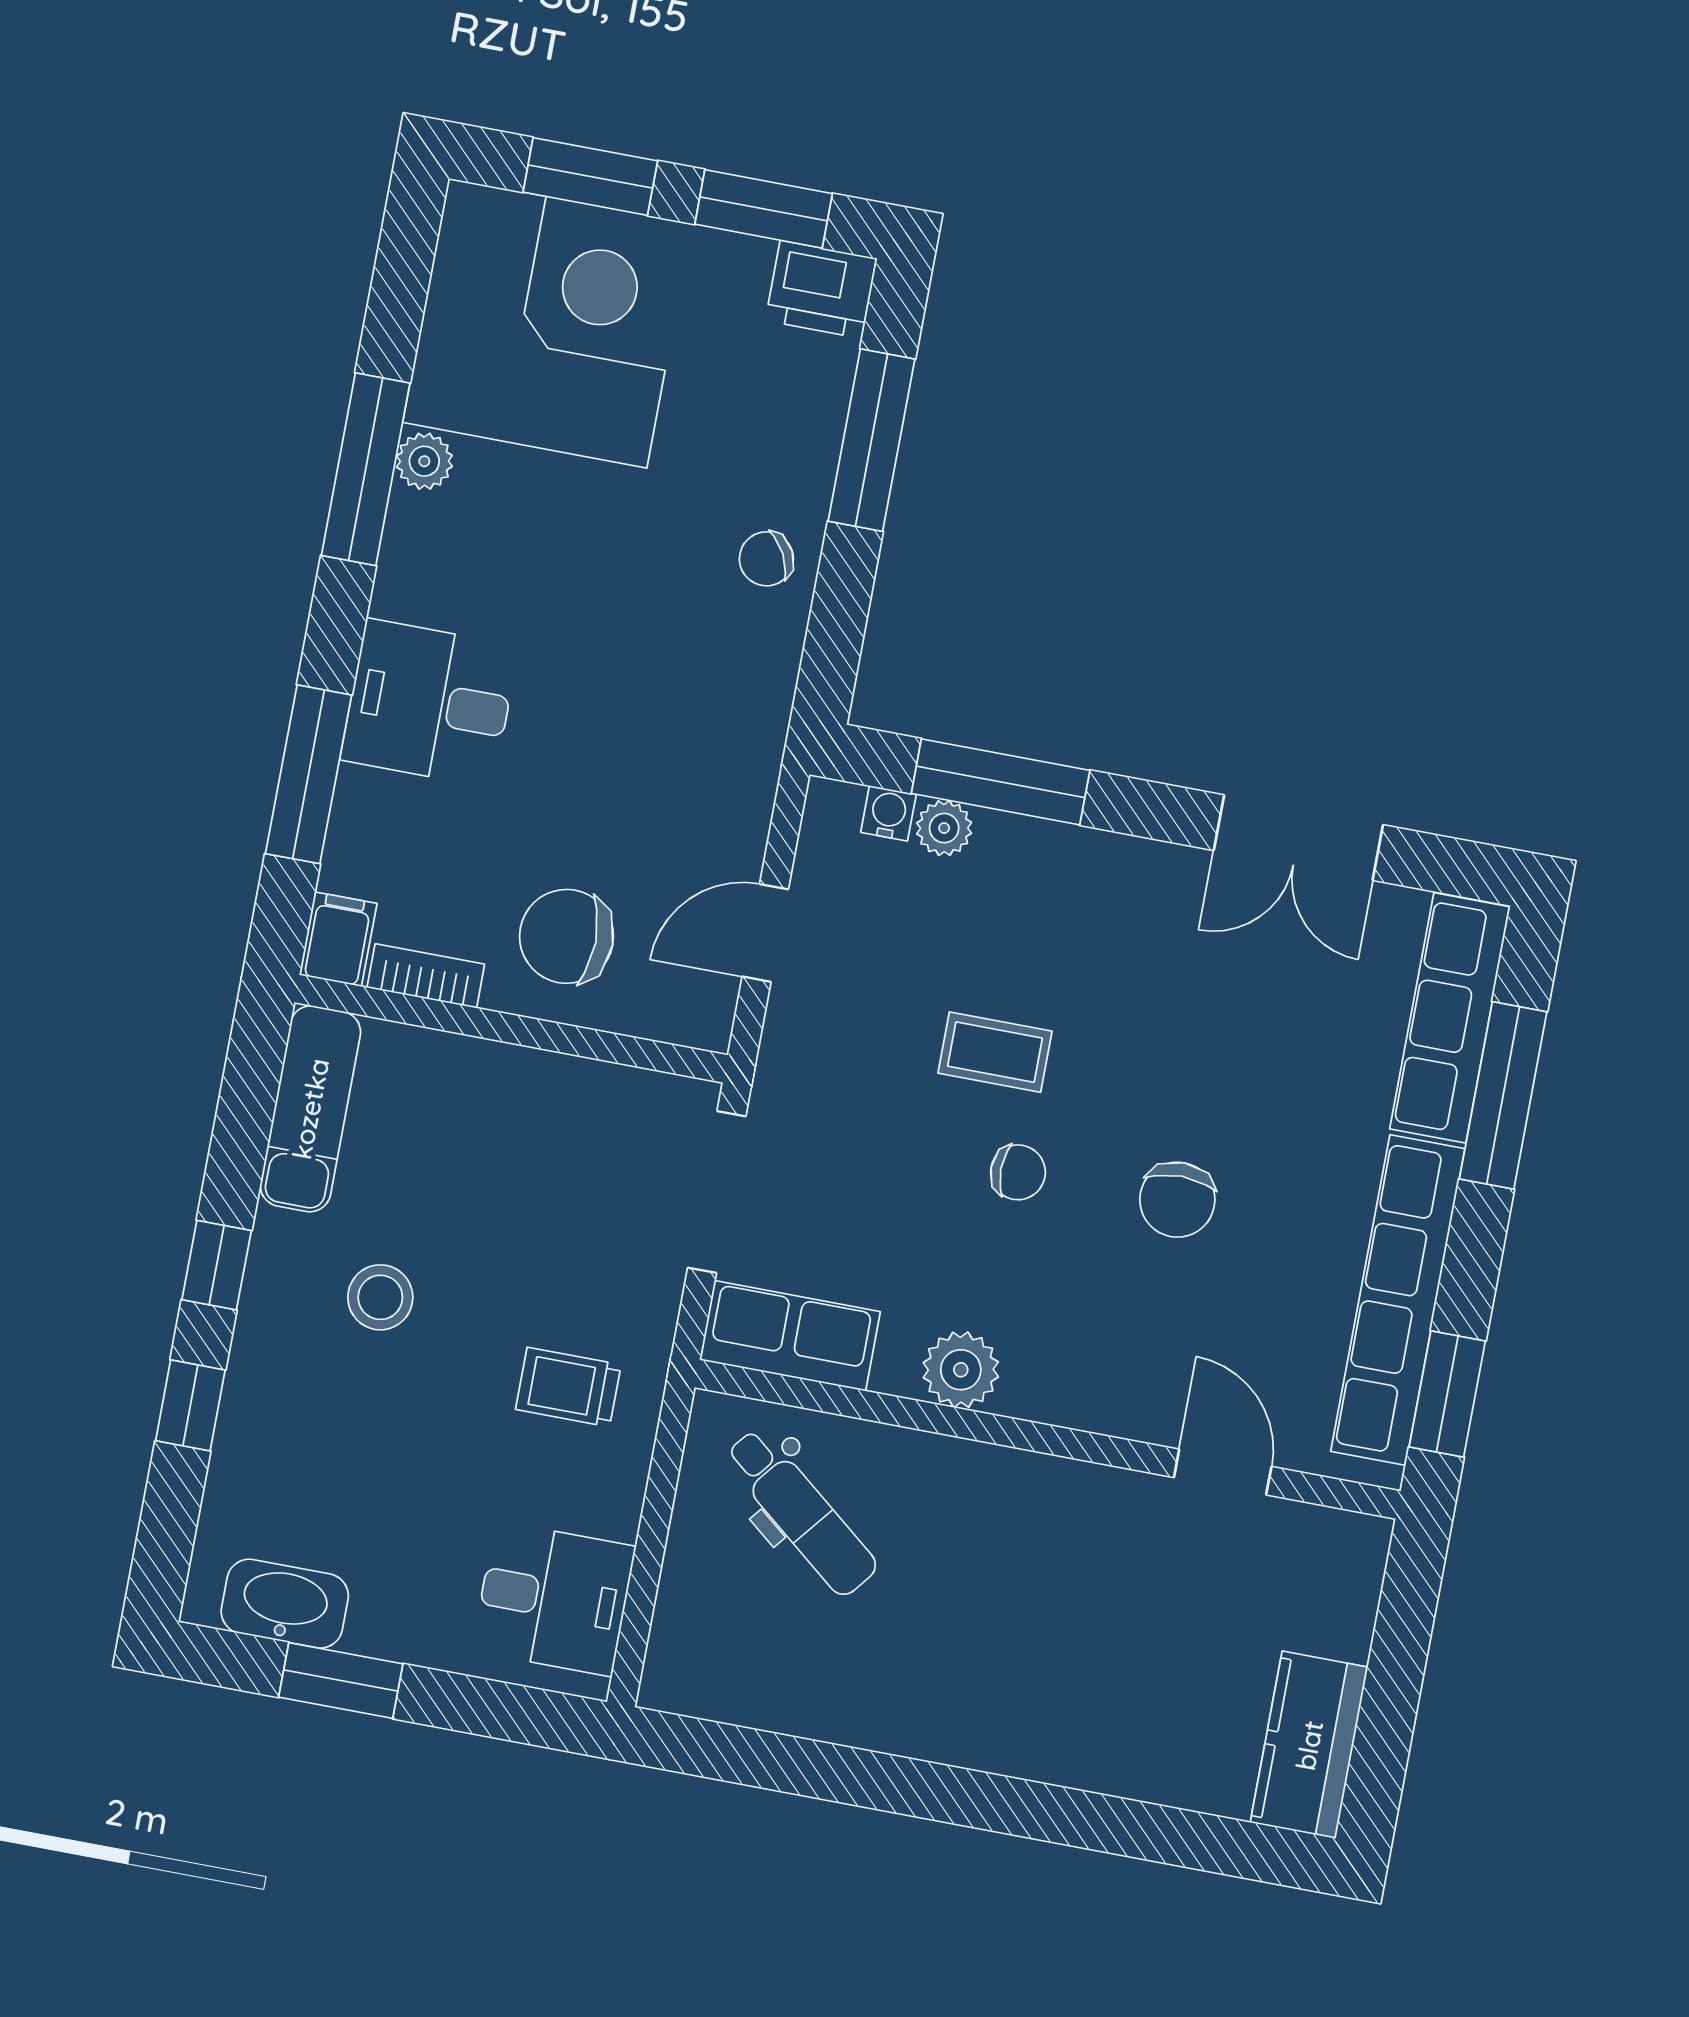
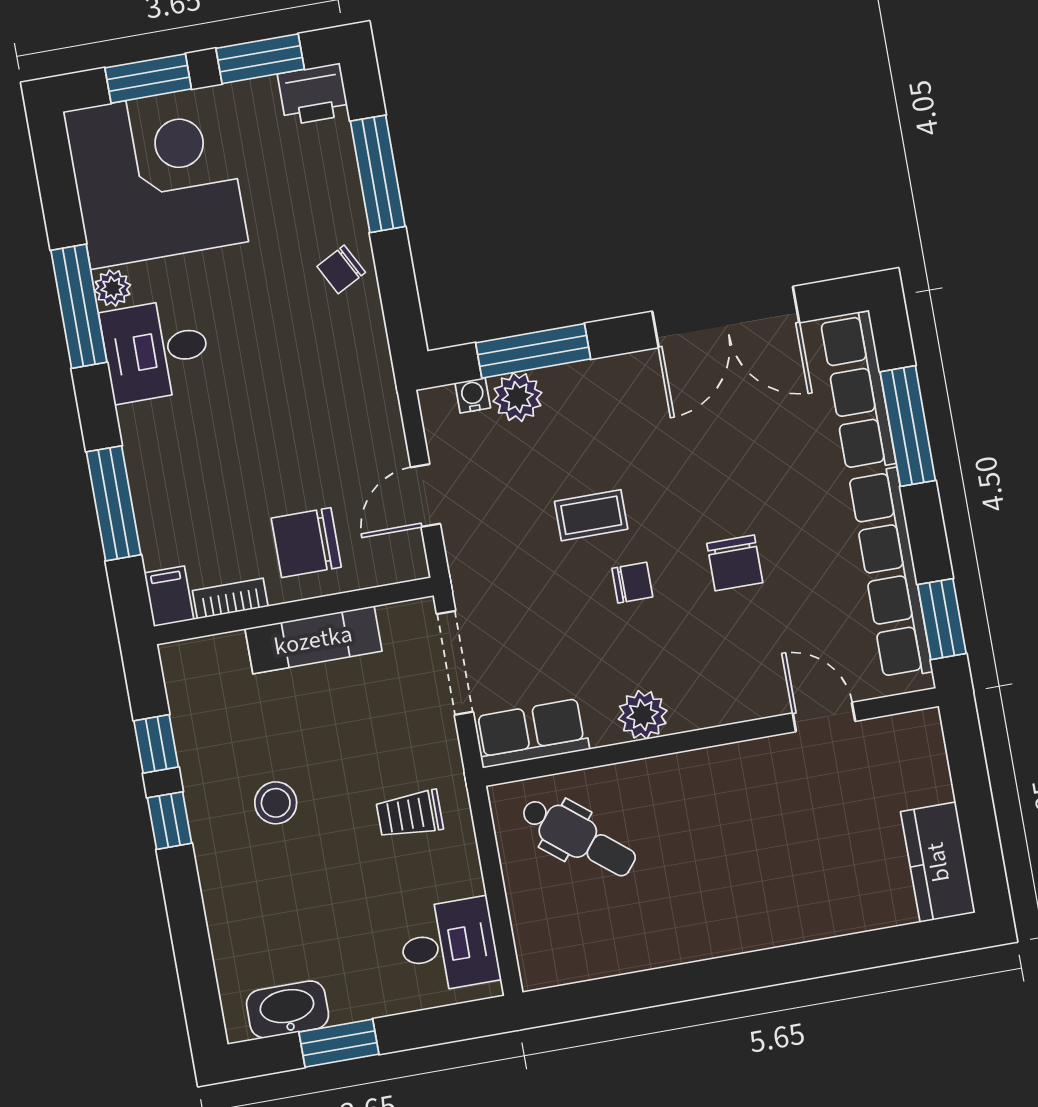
desk: (430, 703) -> (156, 350), moved
plant: (944, 828) -> (517, 397), width x1.38, depth x1.38
double door: (1298, 838) -> (726, 317), width x1.37
exam couch: (310, 1109) -> (313, 640), moved, turned 90
window: (190, 1405) -> (156, 744), moved

